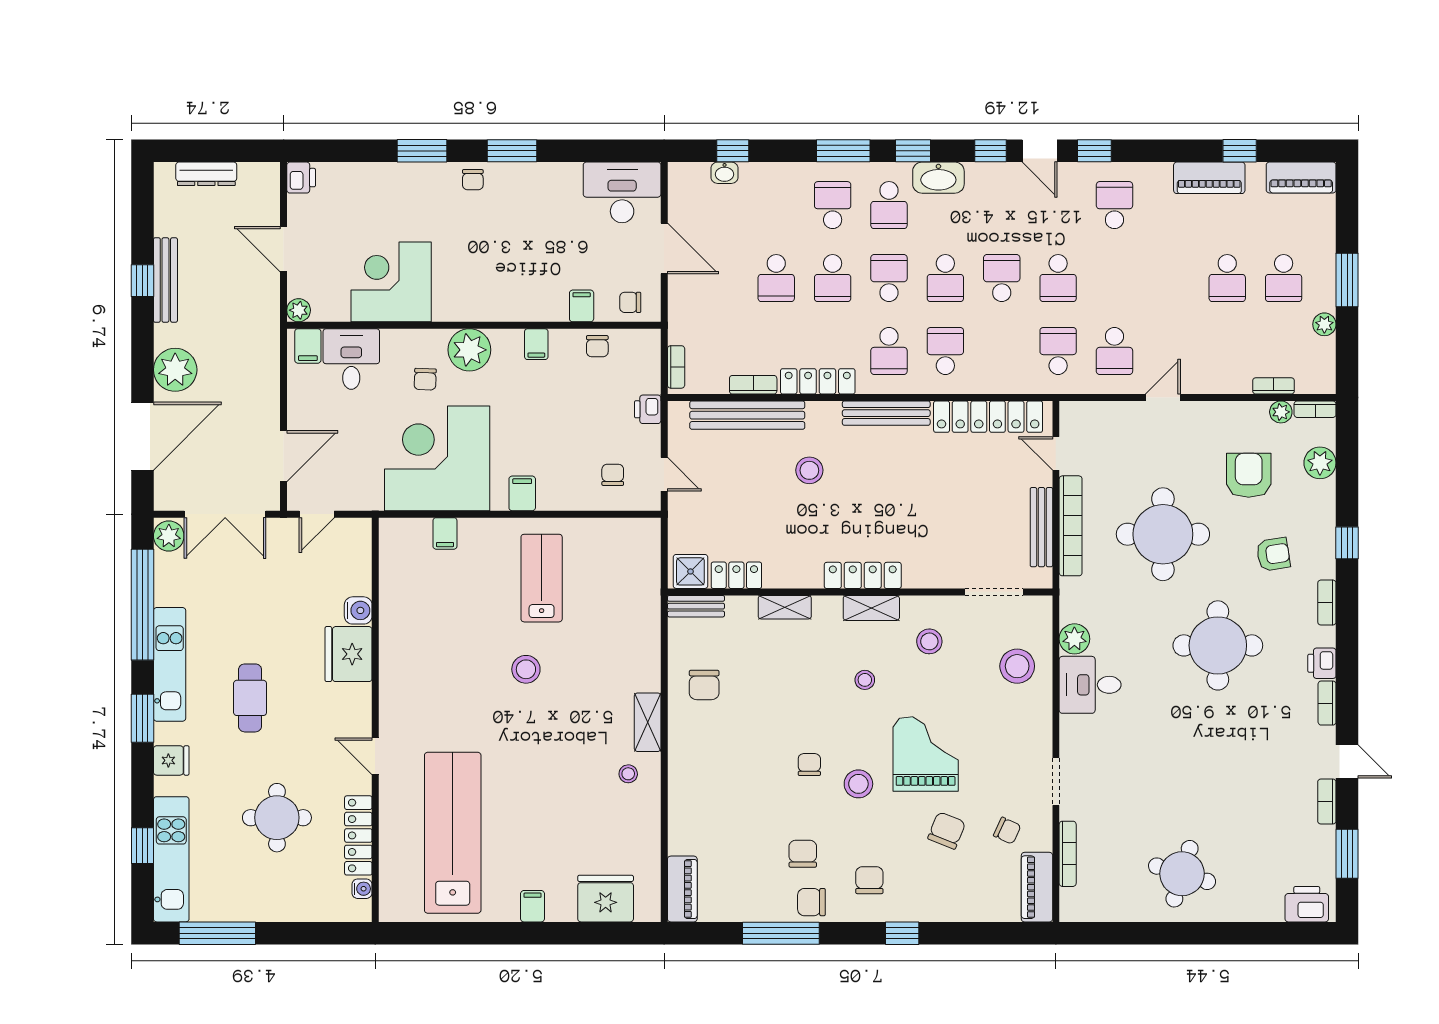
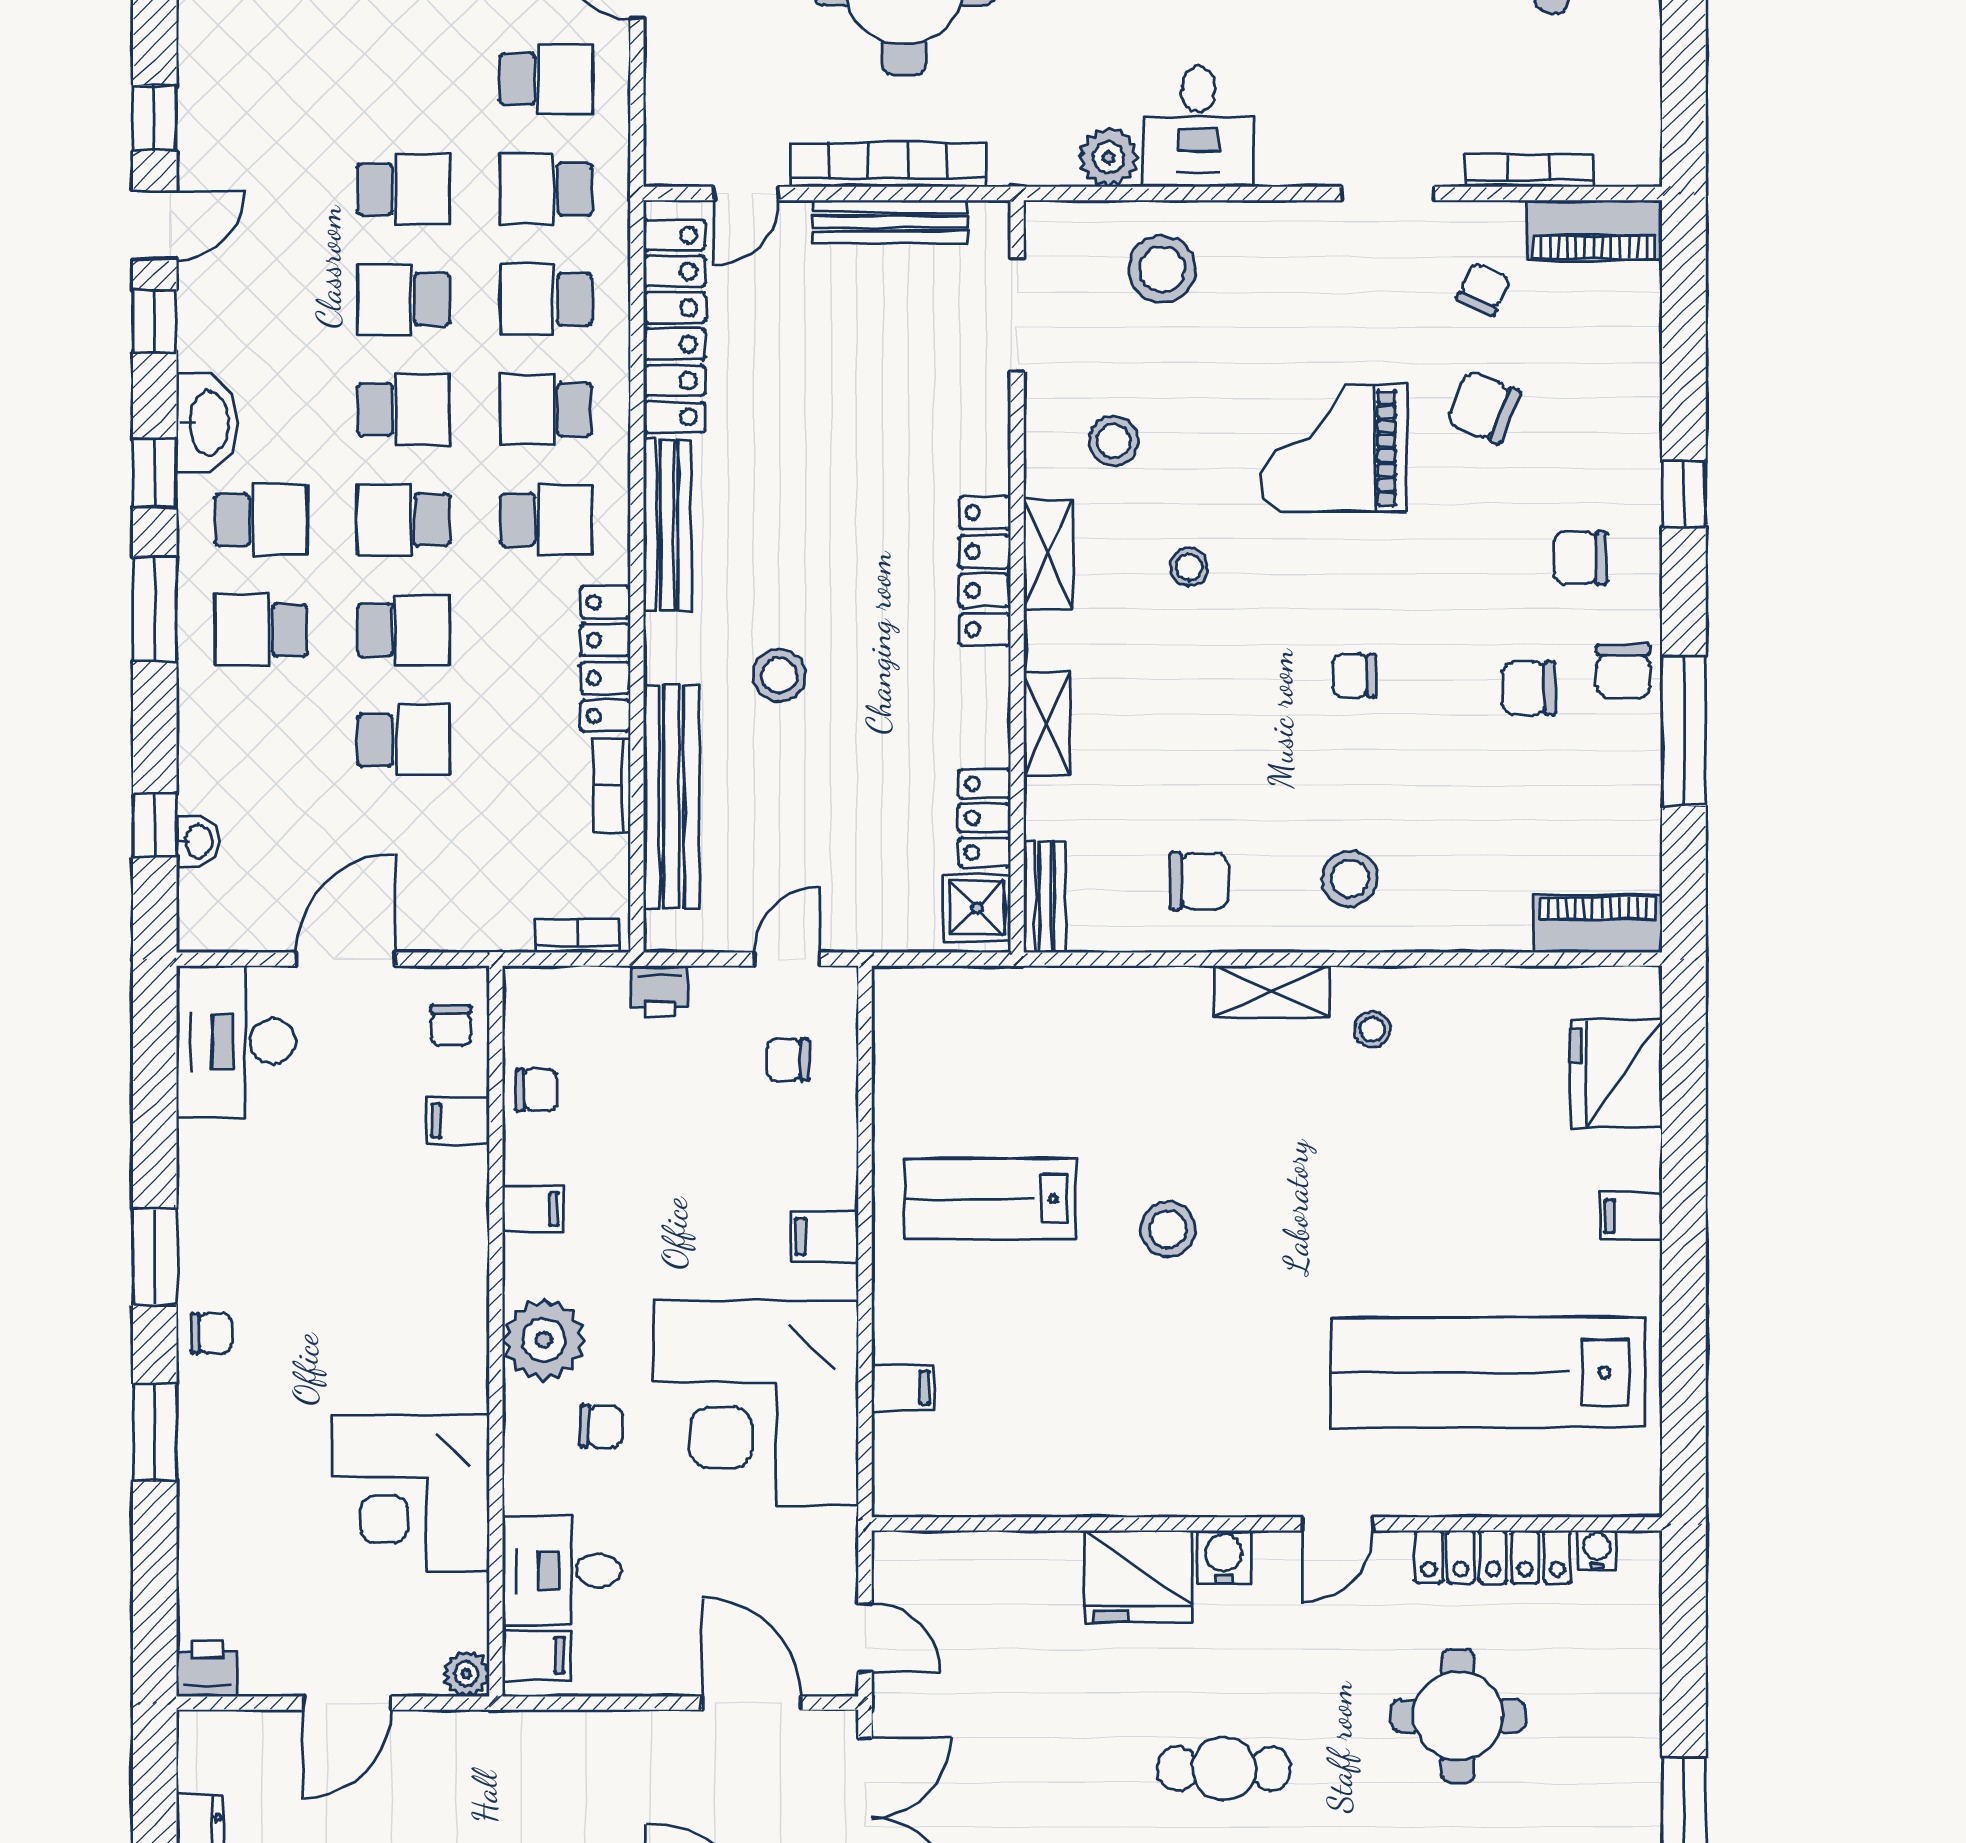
school desk: (1114, 205) -> (546, 299), moved
water cooler: (358, 610) -> (1224, 1557), moved
stool: (858, 784) -> (1350, 879), moved

